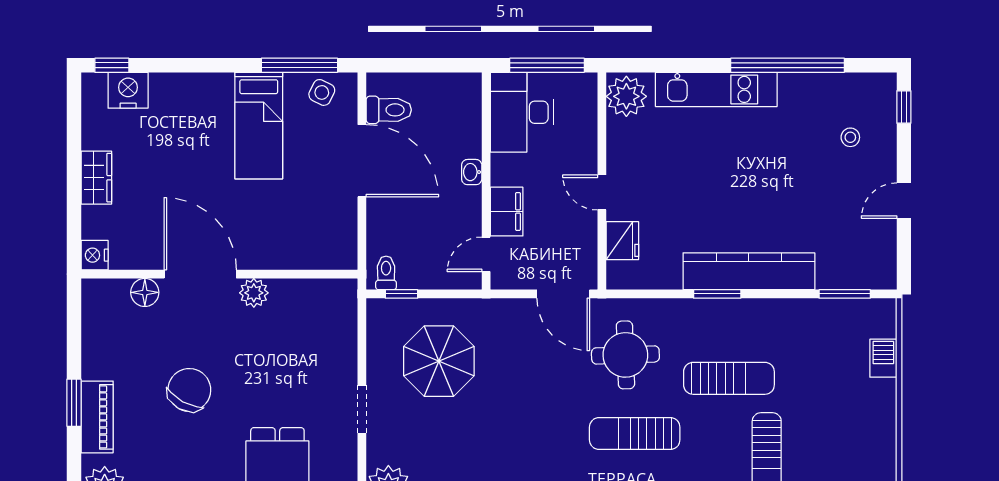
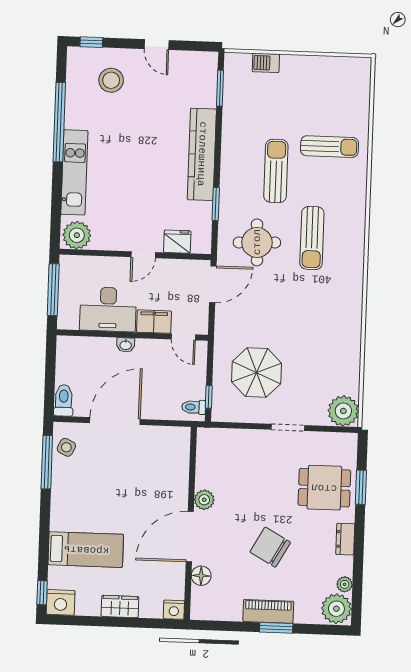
nightstand: (128, 90) -> (61, 602), moved, turned -90
toilet: (389, 110) -> (64, 400), moved
desk: (522, 112) -> (108, 309), moved
bed: (259, 126) -> (86, 550), moved
stool: (850, 137) -> (111, 80), width x1.89, depth x1.89
window: (717, 294) -> (216, 204), moved
piano: (97, 417) -> (268, 611), moved

